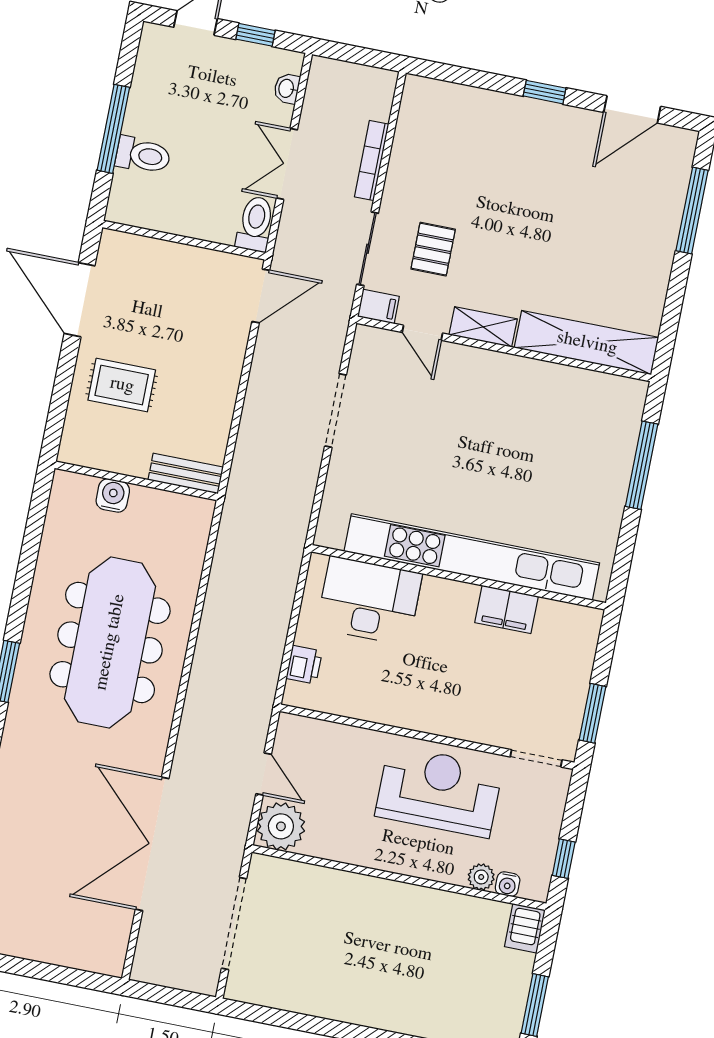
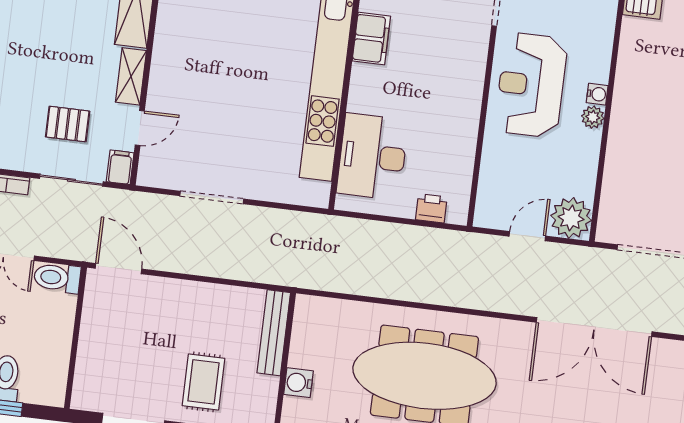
bench: (186, 473) -> (274, 333), width x1.36
plant: (481, 877) -> (593, 117), moved
water cooler: (508, 884) -> (597, 94), moved

